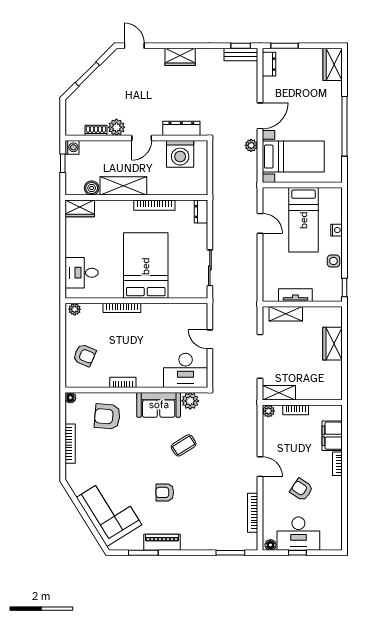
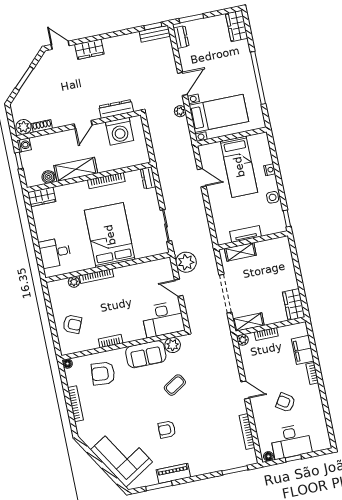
wardrobe: (180, 57) -> (89, 49), moved
plant: (116, 127) -> (24, 127), moved
plant: (75, 309) -> (74, 282), moved
plant: (224, 313) -> (186, 262), added
wardrobe: (333, 344) -> (294, 305), moved

